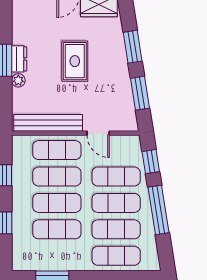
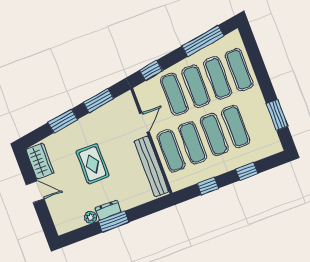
rug: (75, 61) -> (93, 164), turned 90
plant: (18, 80) -> (91, 217), moved
window: (159, 210) -> (203, 41), moved

